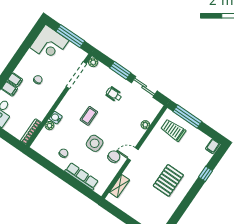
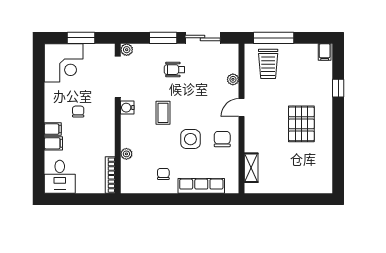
window: (70, 36) -> (81, 38), width x0.69
water cooler: (56, 118) -> (127, 108), moved
trolley: (173, 130) -> (268, 64), turned -90
door: (133, 154) -> (242, 108), moved

